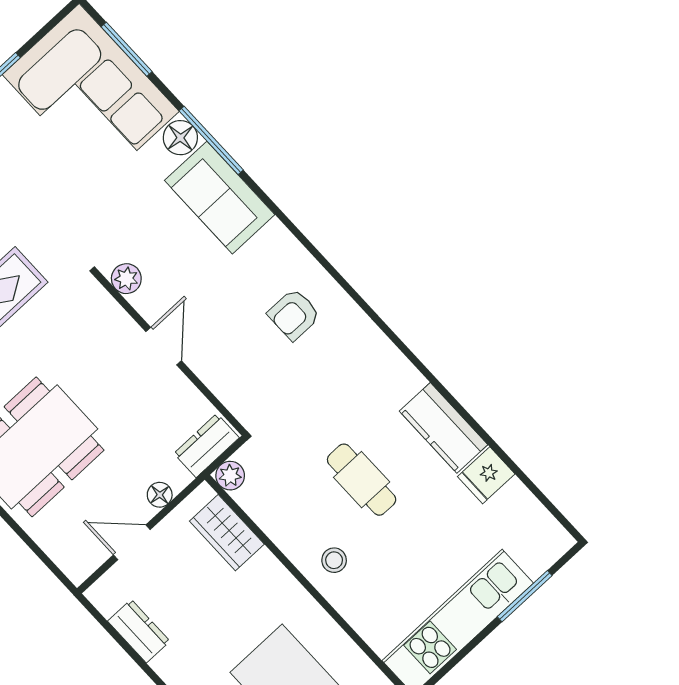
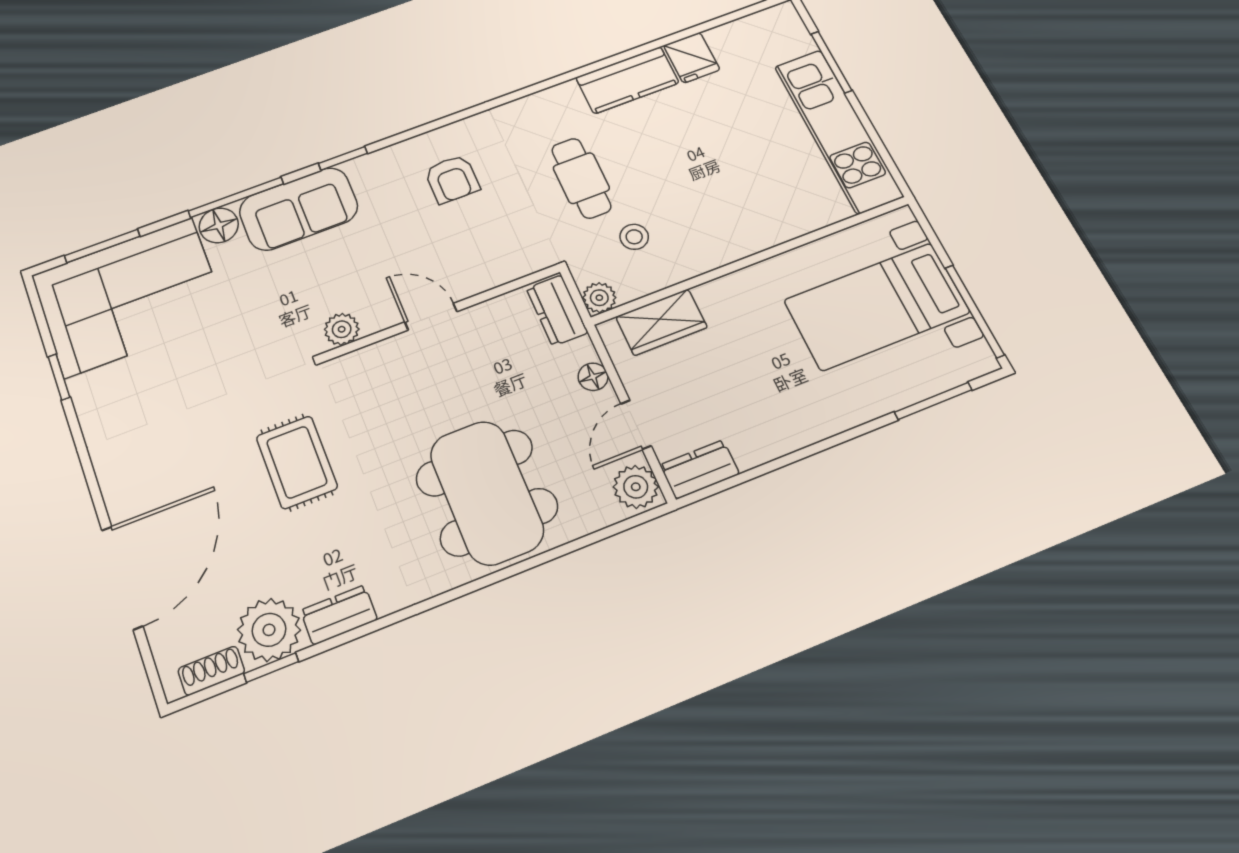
window: (280, 215) -> (343, 158), added
cafe table: (362, 480) -> (581, 178), moved, turned 90
plant: (81, 559) -> (636, 487), added
stool: (334, 560) -> (634, 237), moved
dresser: (139, 631) -> (700, 469), moved

